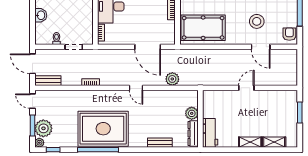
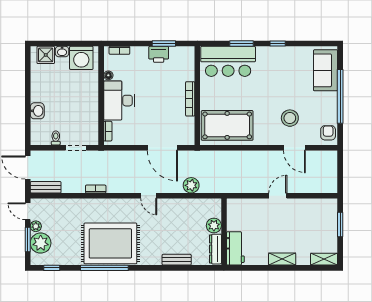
shelving: (274, 142) -> (324, 259), moved
plant: (39, 143) -> (36, 226), moved

